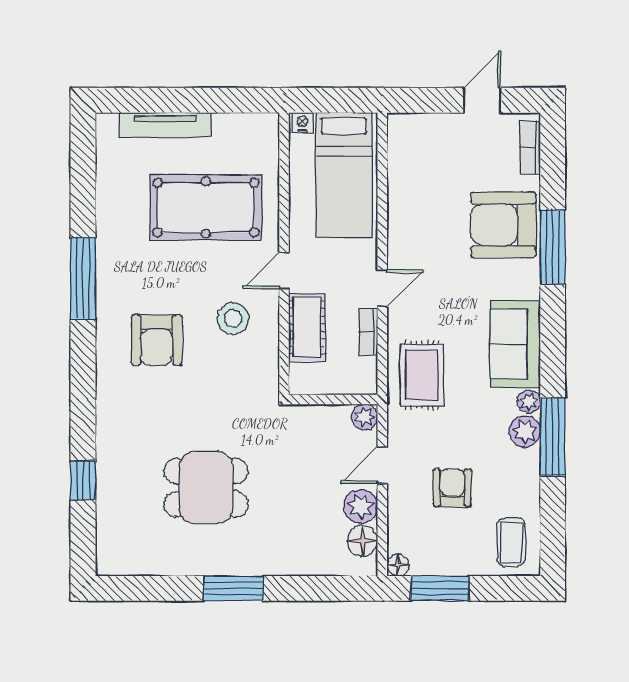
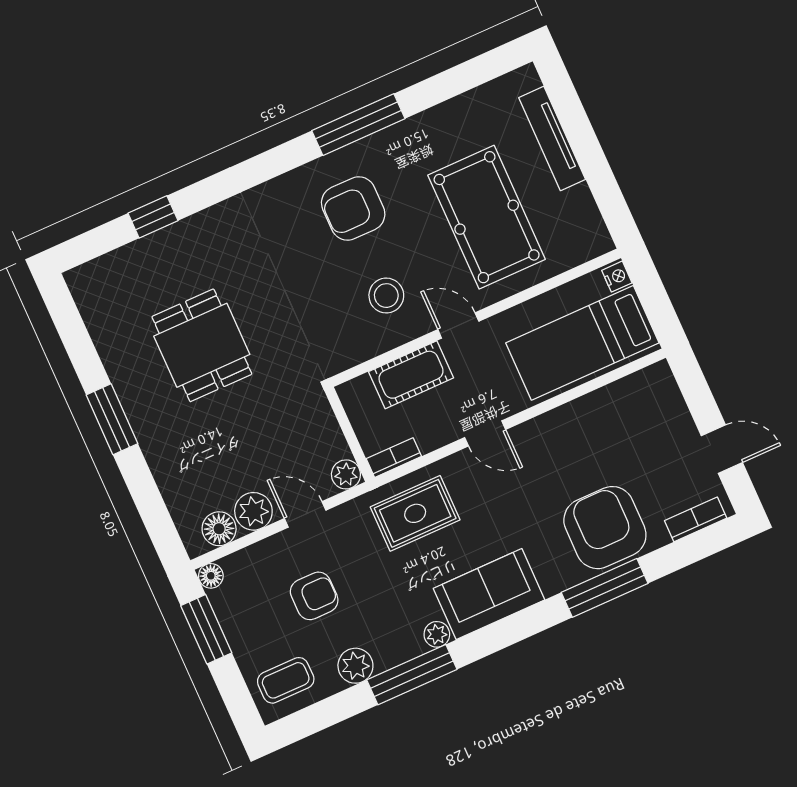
bookcase: (368, 332) -> (394, 458), moved
armchair: (157, 340) -> (353, 208), moved
plant: (525, 431) -> (355, 666), moved

